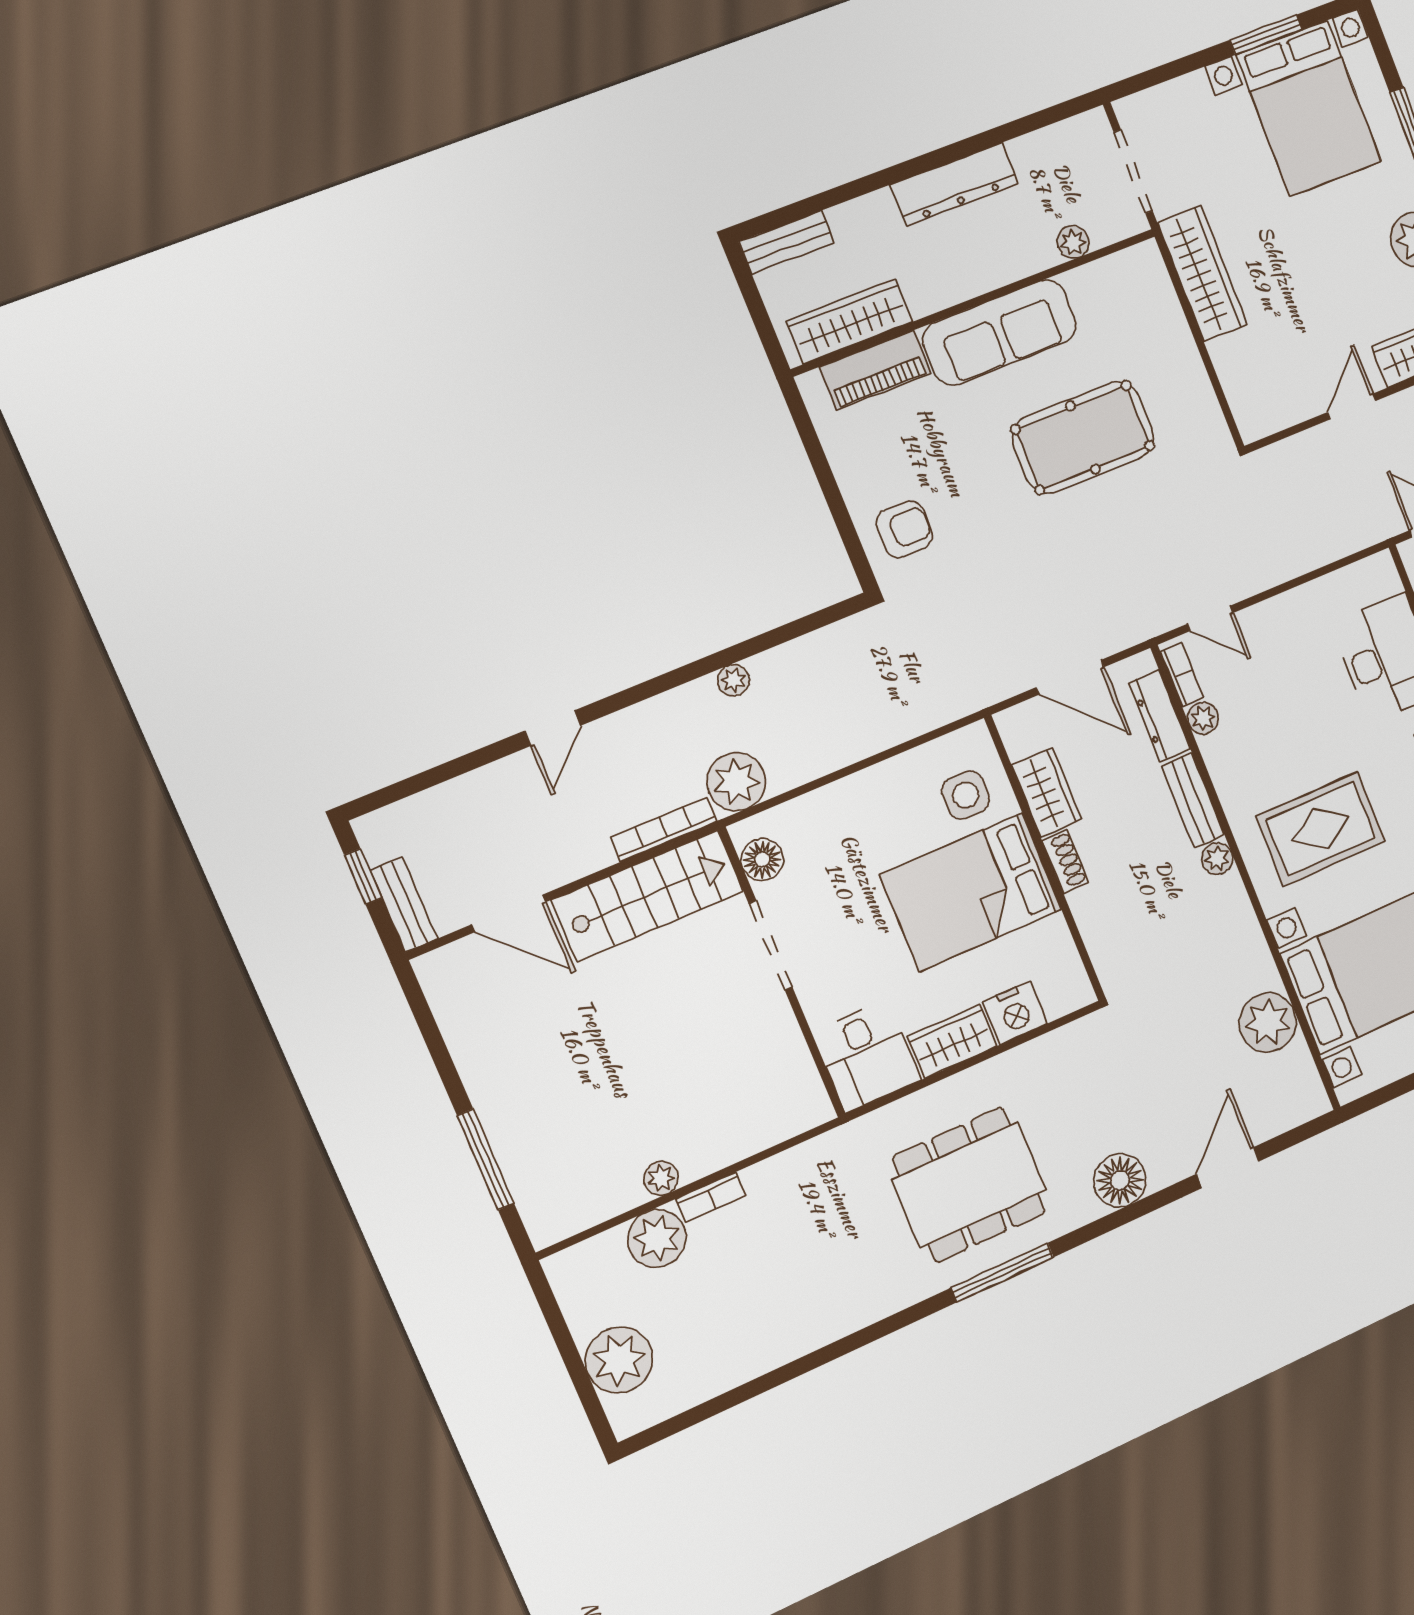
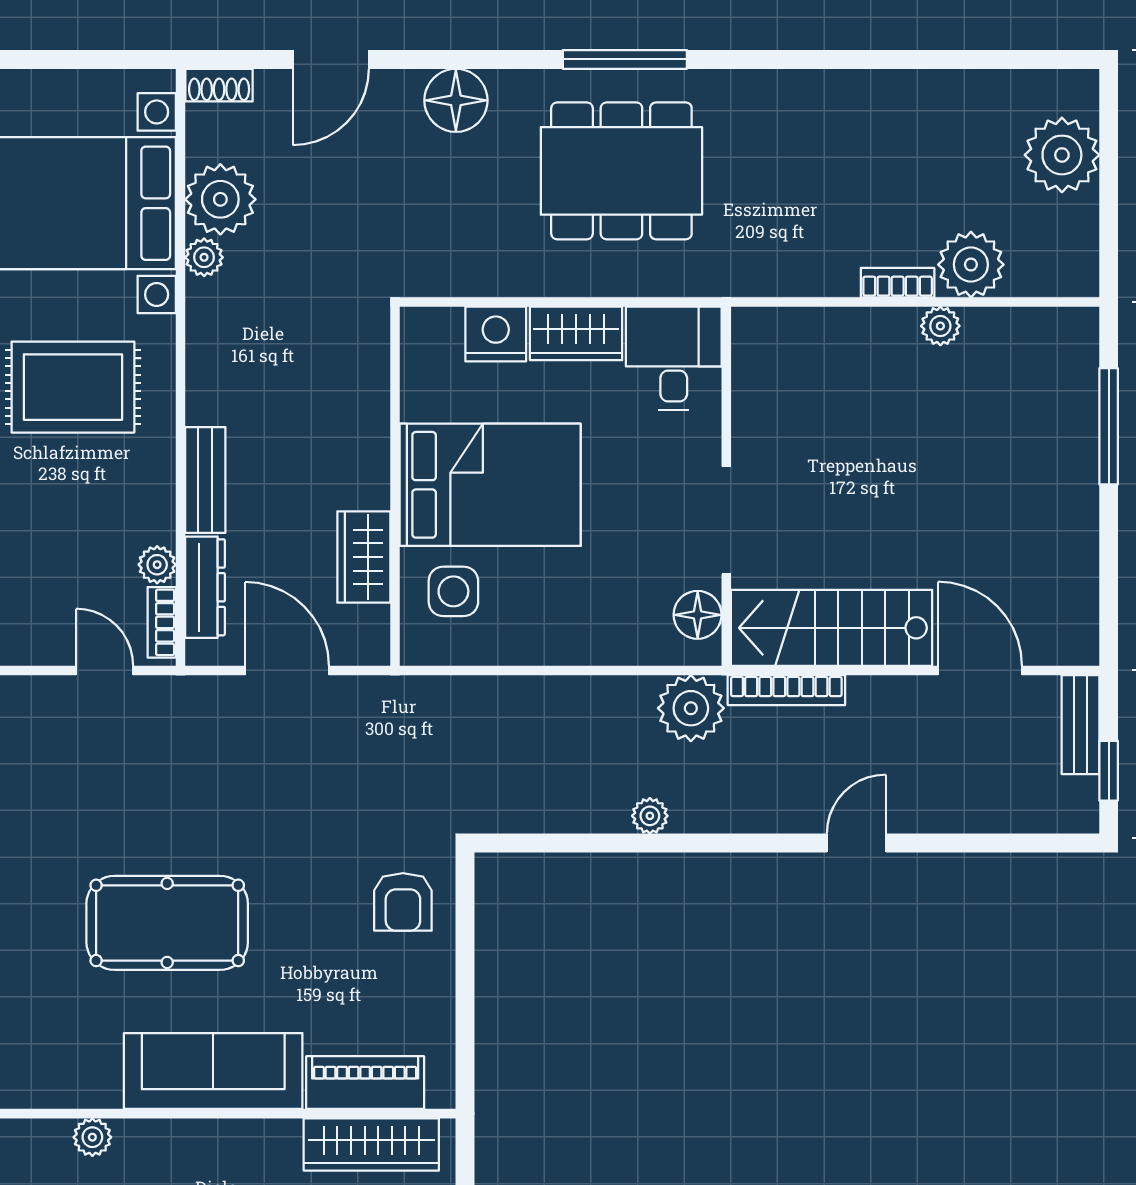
armchair: (904, 529) -> (403, 902), turned -90
plant: (1217, 859) -> (204, 257), moved
shoe rack: (1065, 861) -> (219, 85), moved, turned -90

